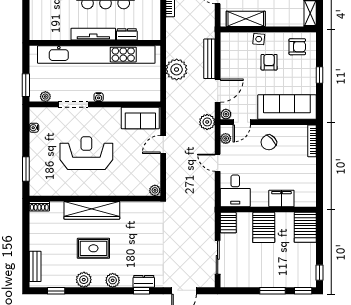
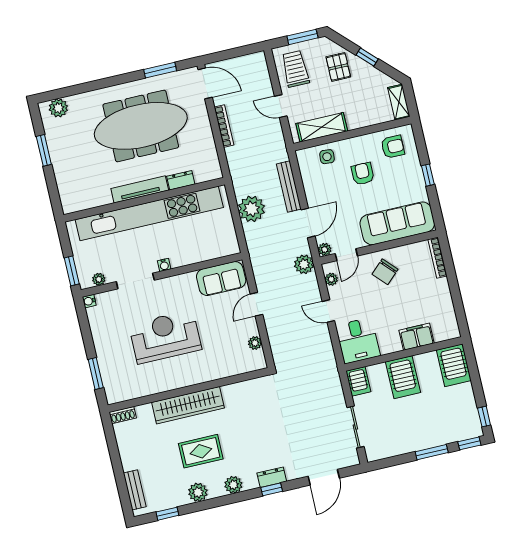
side table: (259, 39) -> (327, 157), moved
water cooler: (34, 128) -> (89, 301), moved
plant: (155, 190) -> (255, 343), moved

